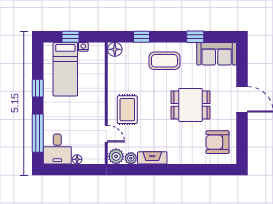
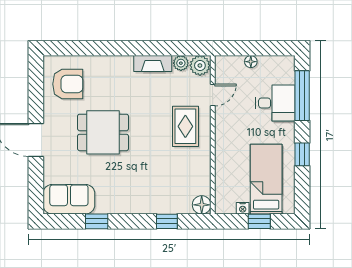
coffee table: (164, 61) -> (137, 190), removed
door: (106, 134) -> (213, 95), swing flipped
desk: (57, 149) -> (275, 103), moved, turned 90

